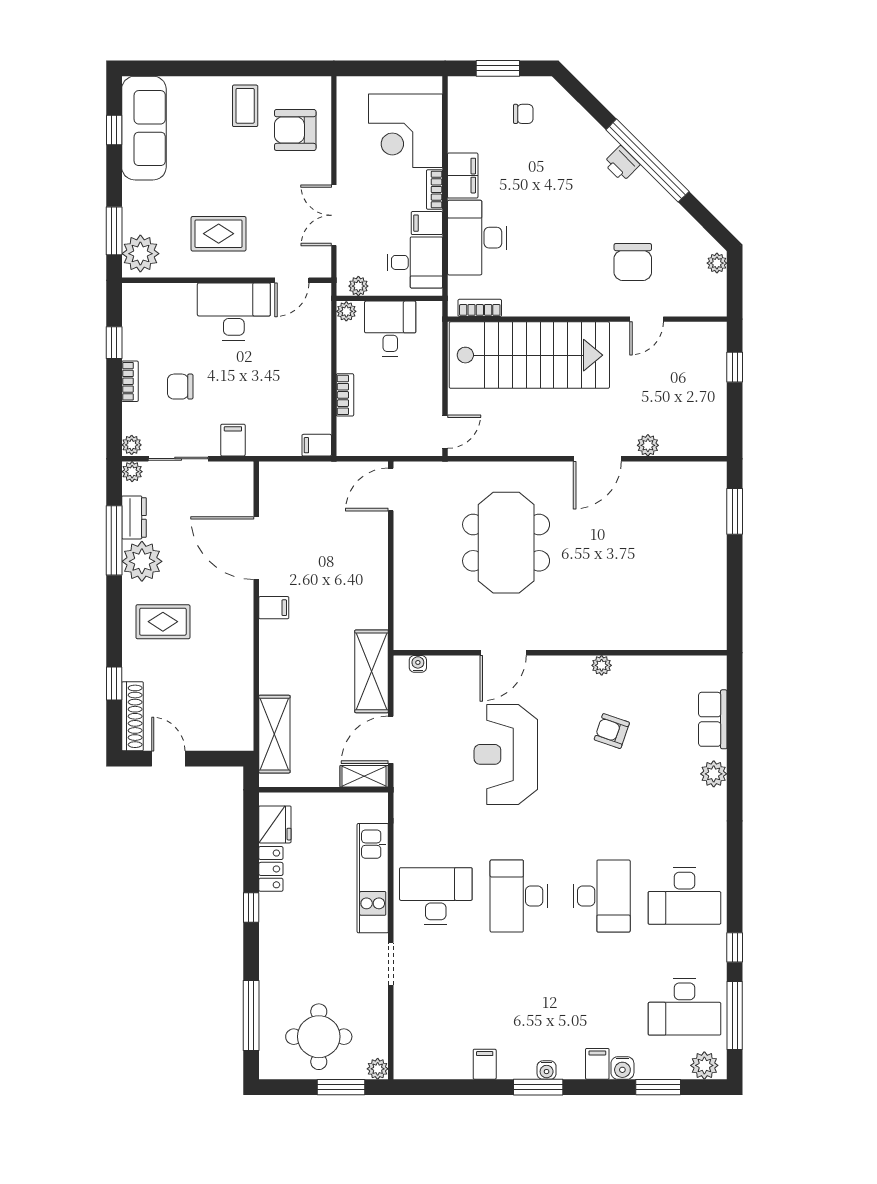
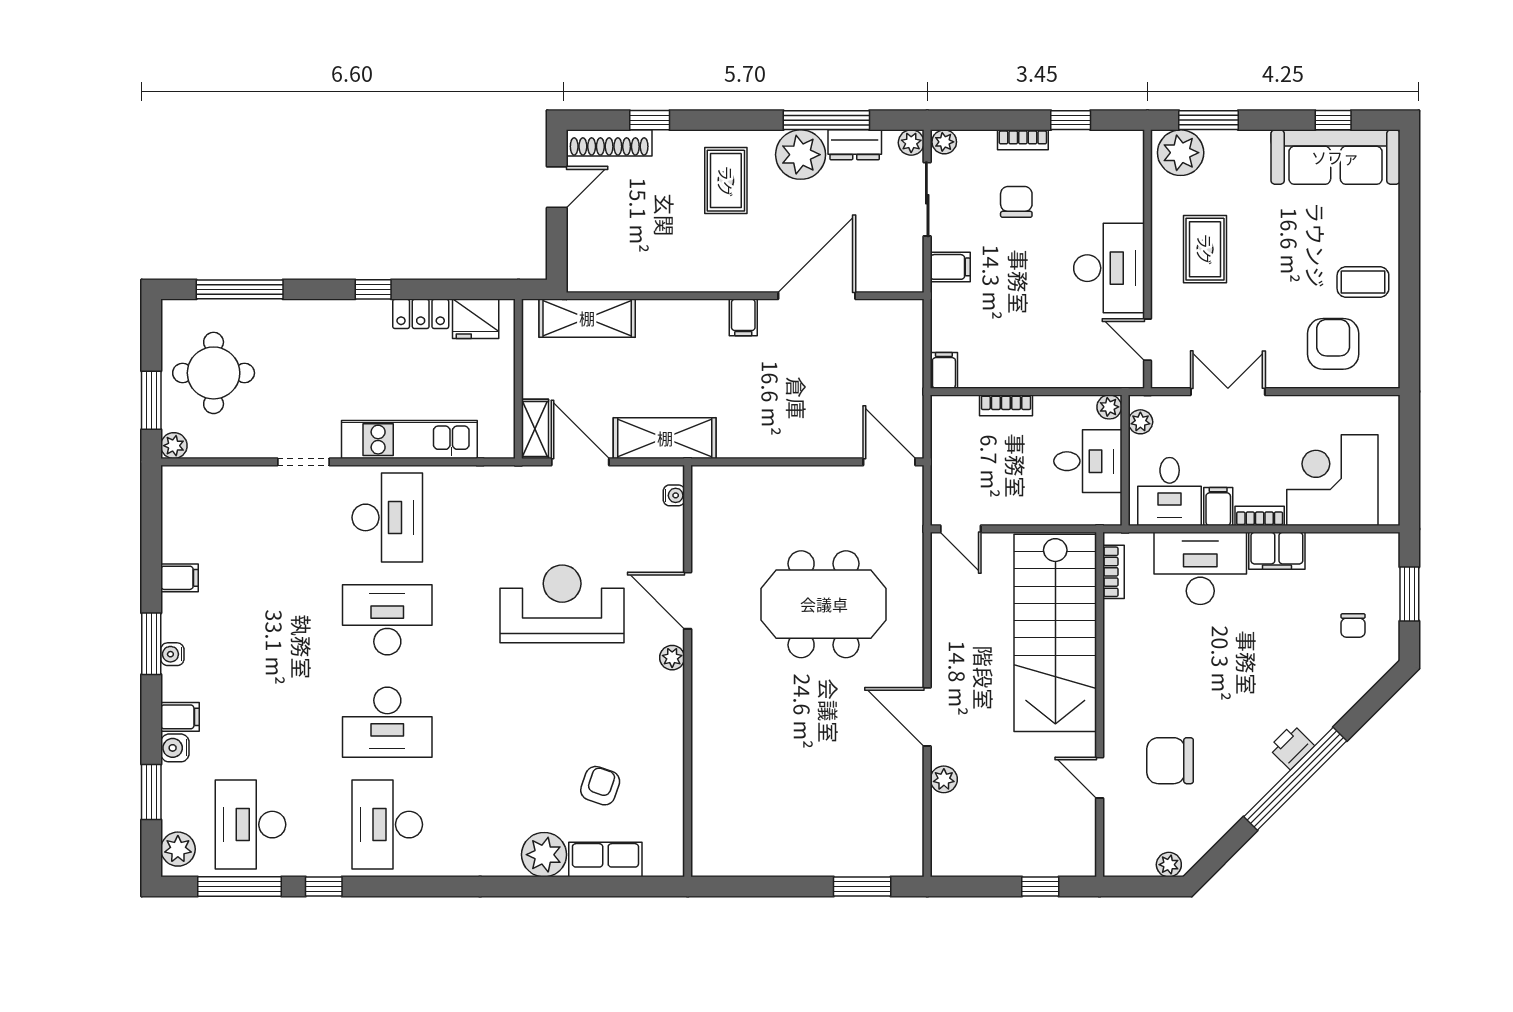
plant: (602, 665) -> (672, 658), moved
armchair: (612, 731) -> (600, 786), moved
plant: (714, 774) -> (544, 855), width x1.36, depth x1.36

